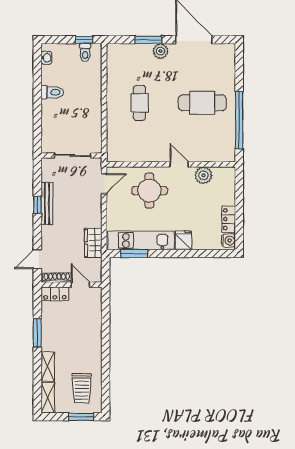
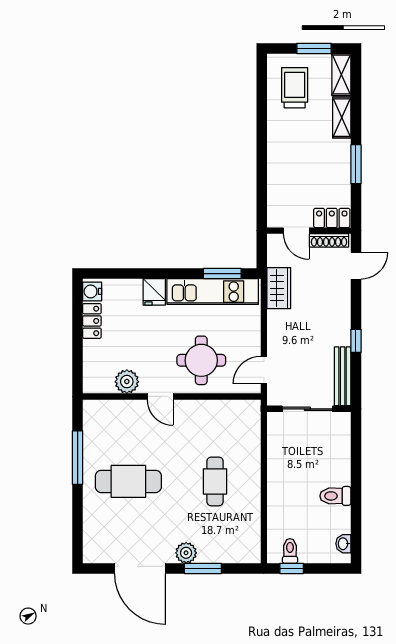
window: (239, 120) -> (78, 458), width x0.68
bench: (47, 204) -> (343, 376), moved
window: (81, 417) -> (314, 48), moved

